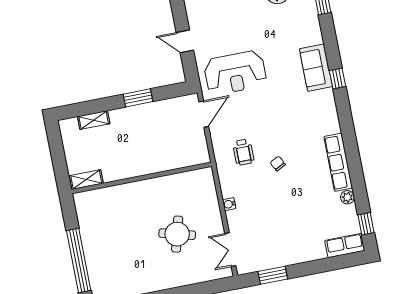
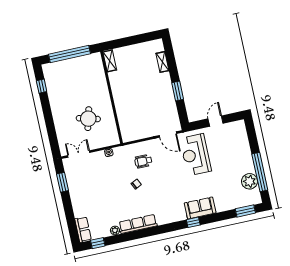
wall: (142, 178) -> (111, 97), moved
shelving: (86, 180) -> (110, 61), moved

